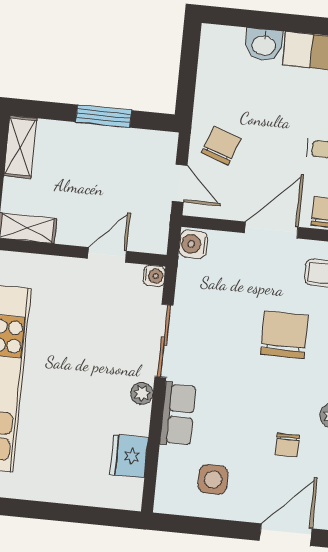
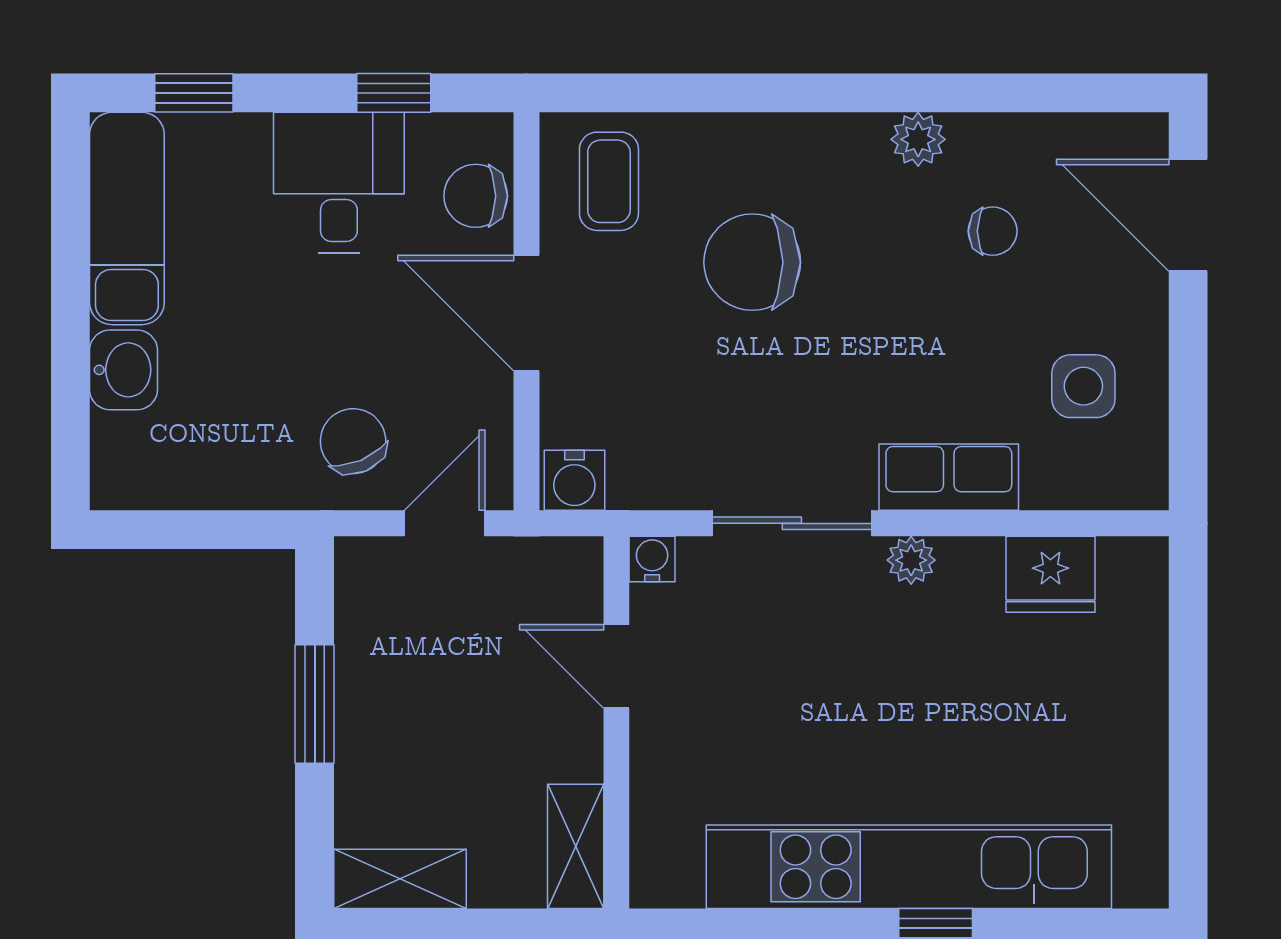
chair: (221, 146) -> (353, 441), turned 48

